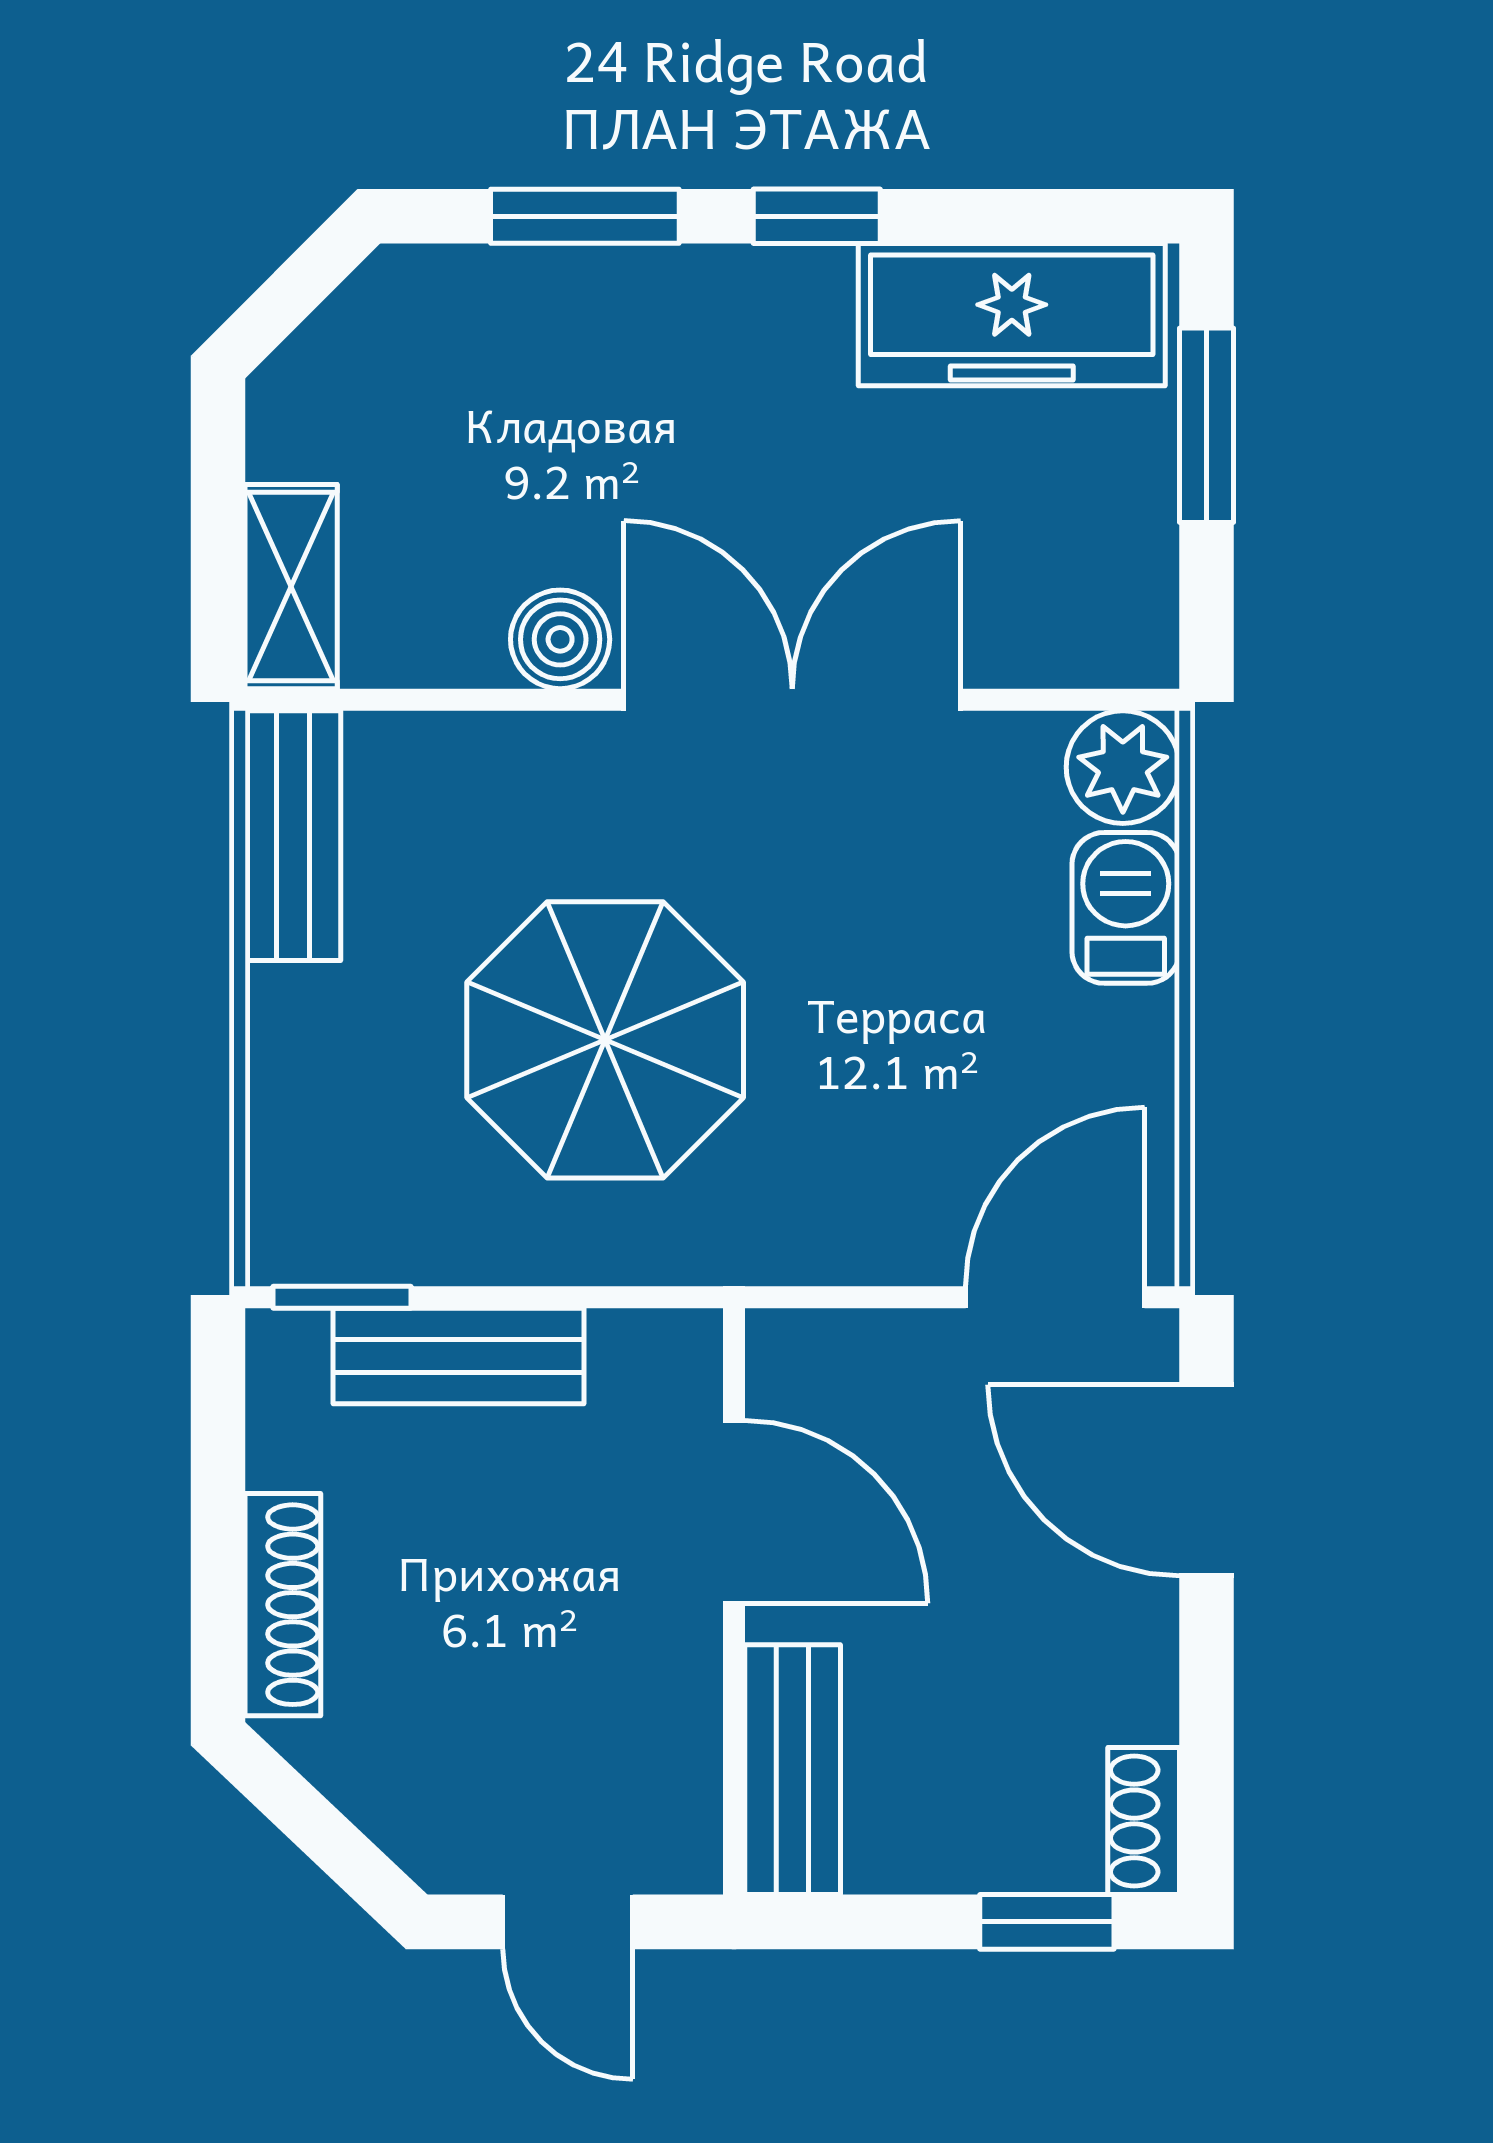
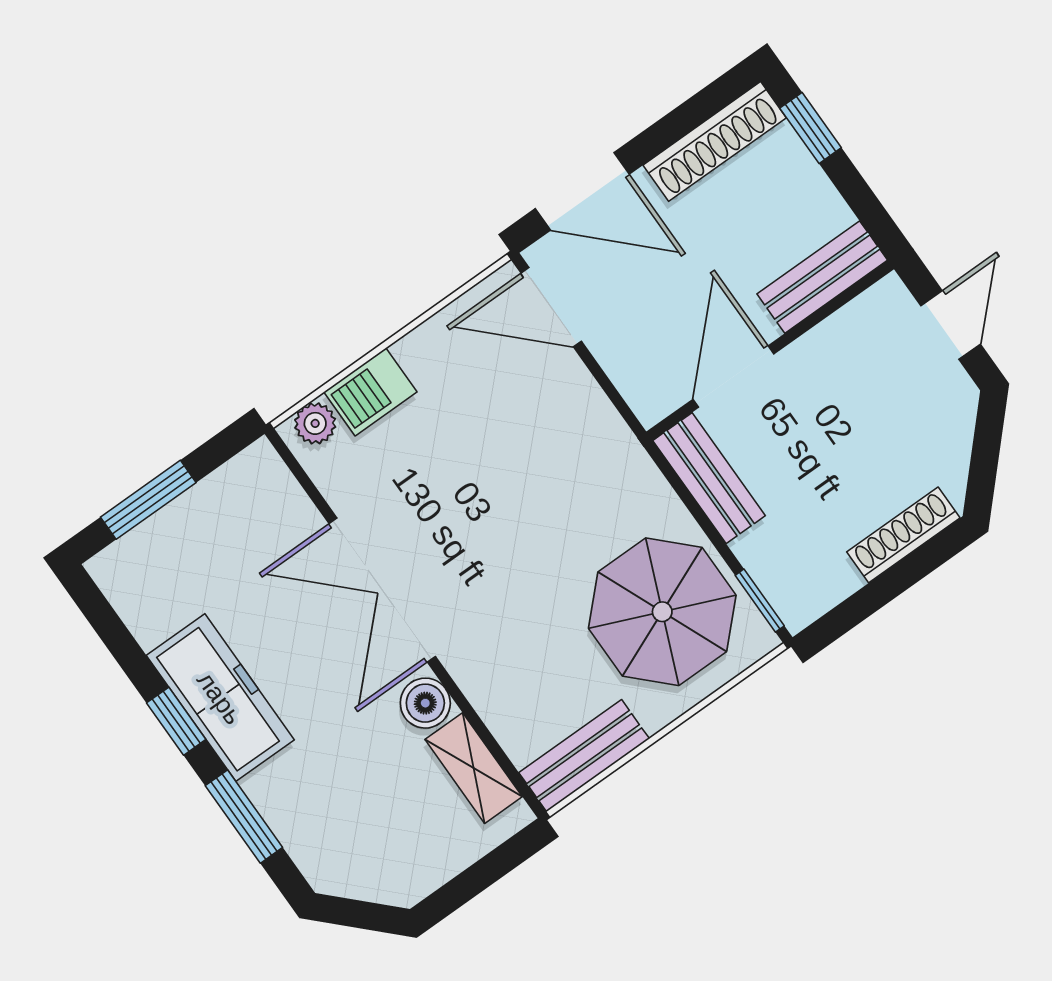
freezer: (1012, 315) -> (220, 698), moved
shelving: (291, 587) -> (474, 768), moved, turned 90
plant: (1123, 767) -> (315, 423), width x0.73, depth x0.73
parasol: (605, 1040) -> (662, 612), moved
bench: (459, 1356) -> (709, 478), moved
door: (1207, 1480) -> (582, 191), hinge flipped
shoe rack: (1144, 1821) -> (715, 141), width x1.94, depth x1.24

